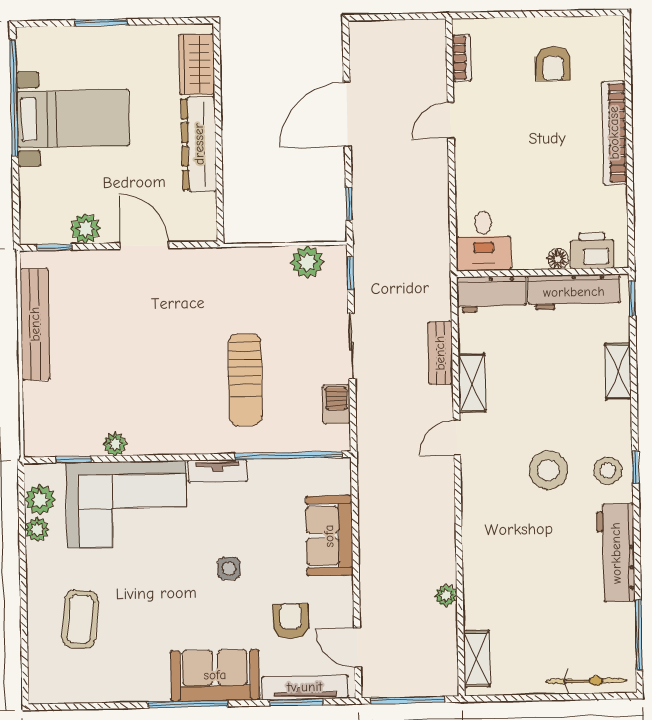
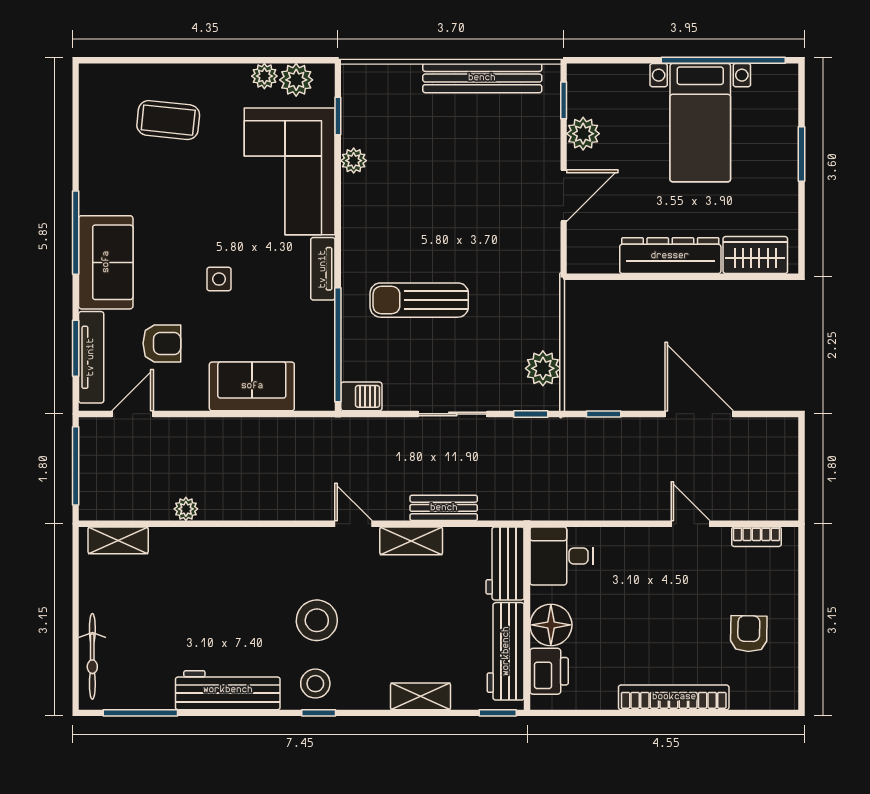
armchair: (553, 64) -> (749, 634), turned 91
floor lamp: (558, 259) -> (551, 625), width x1.89, depth x1.89
barbecue: (336, 404) -> (361, 396), moved

